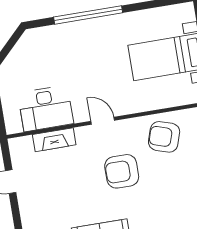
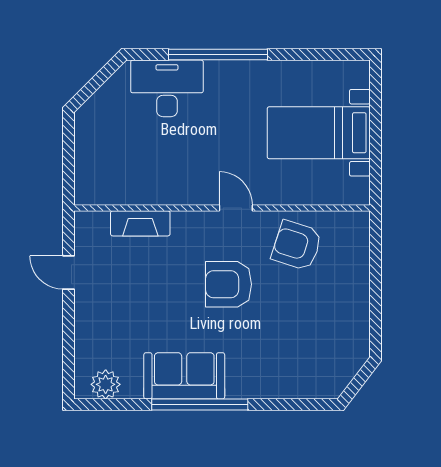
desk: (46, 108) -> (167, 88), moved, turned 180
door: (103, 121) -> (236, 208), moved

